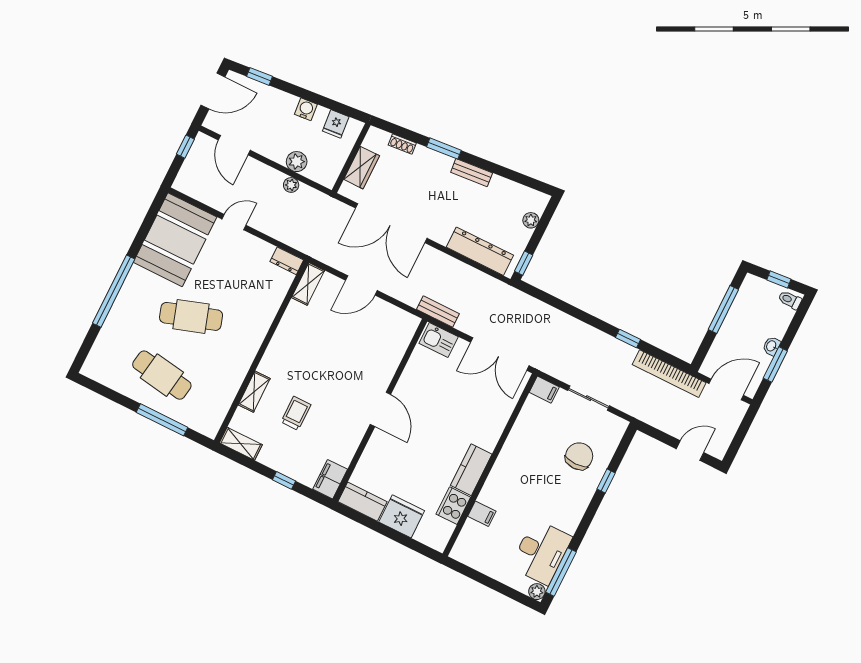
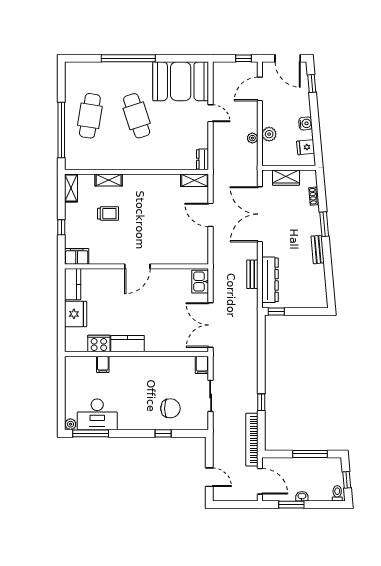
plant: (531, 220) -> (306, 303), removed
bench: (438, 312) -> (252, 274), moved
window: (162, 420) -> (61, 130), width x1.46

